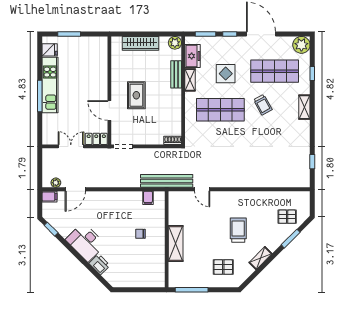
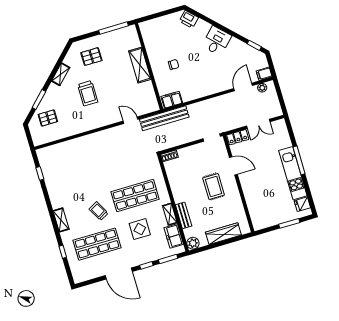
plant: (301, 45) -> (80, 274), removed
filing cabinet: (148, 198) -> (172, 100), width x2.00
desk: (86, 242) -> (217, 41), width x0.73
printer: (99, 264) -> (189, 19), moved

